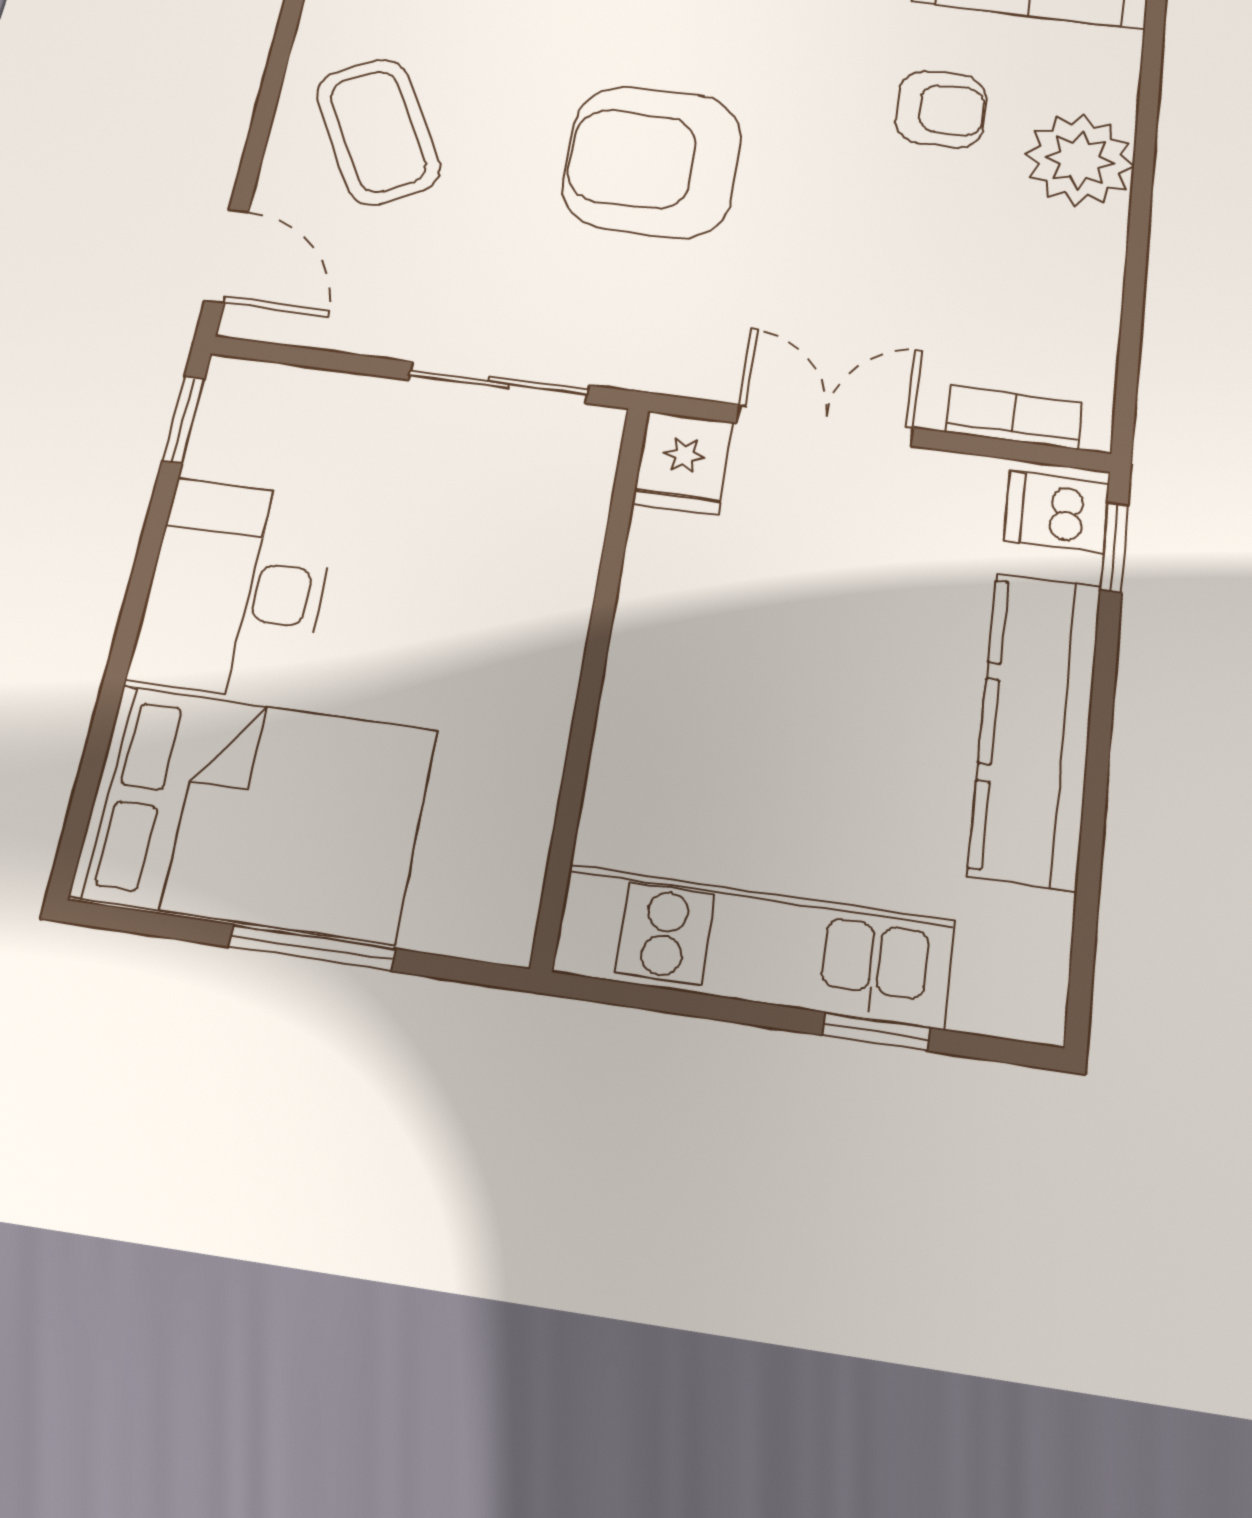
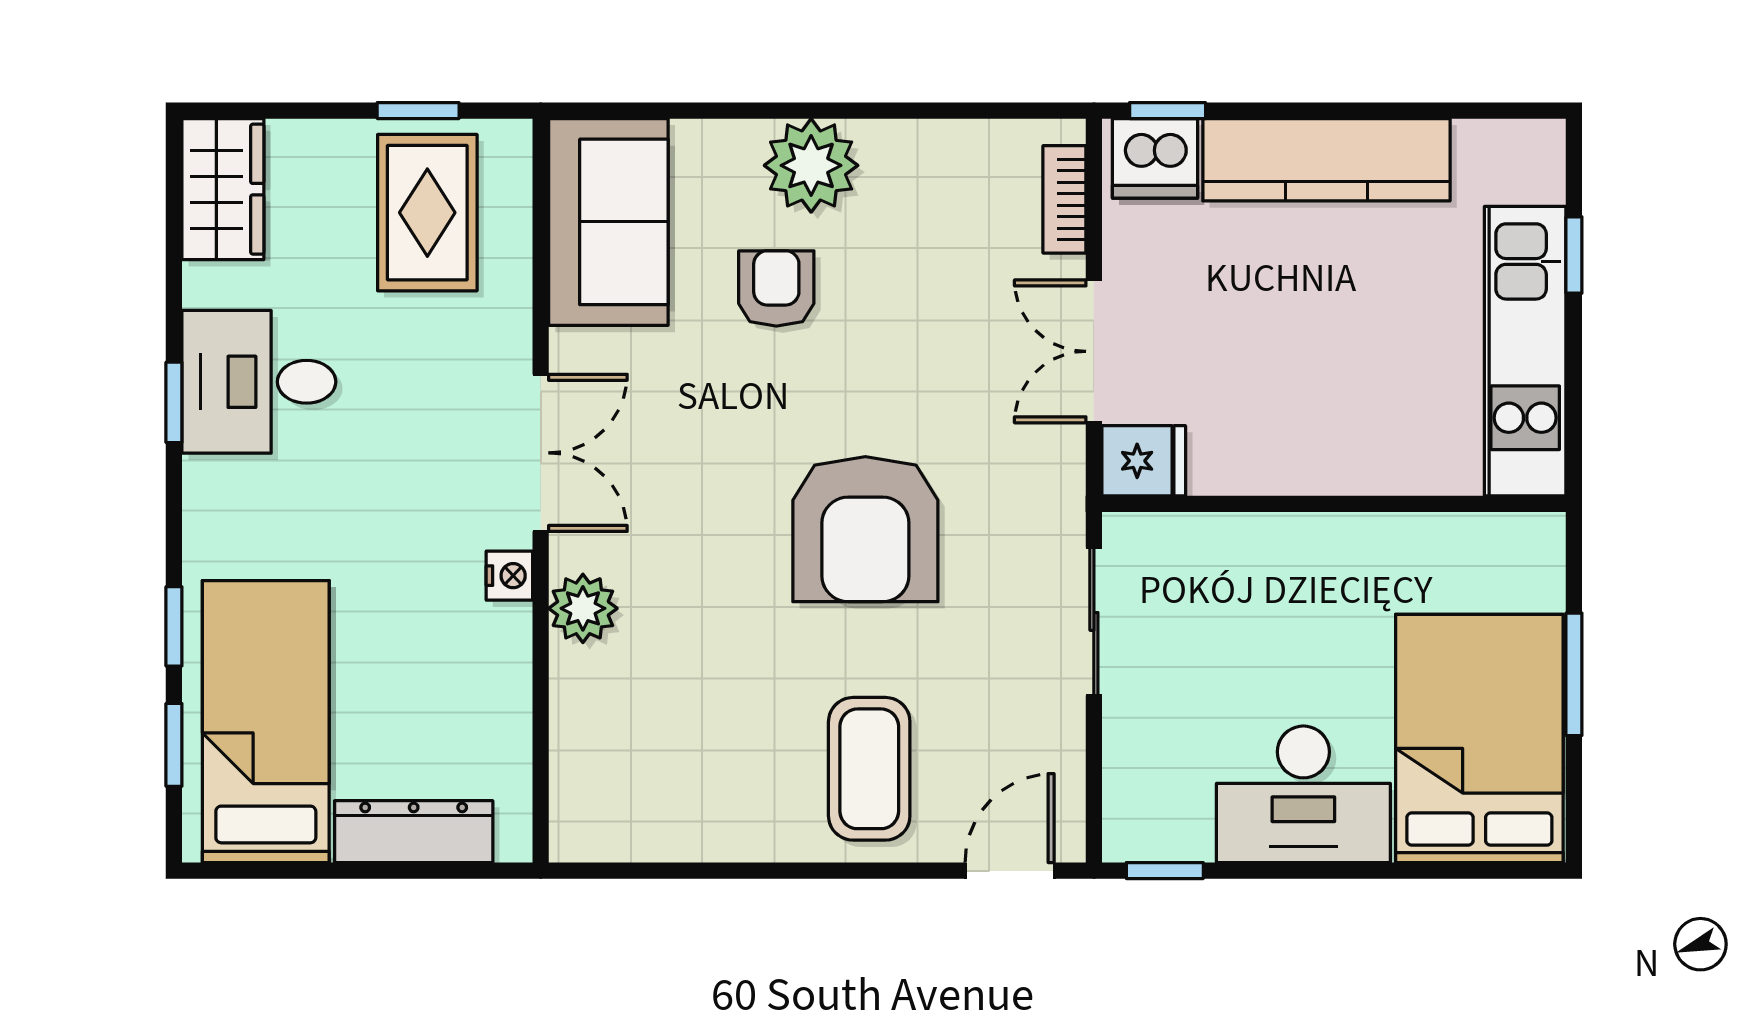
coffee table: (378, 131) -> (869, 769), turned -62
dishwasher: (1057, 512) -> (1155, 158), width x1.38

